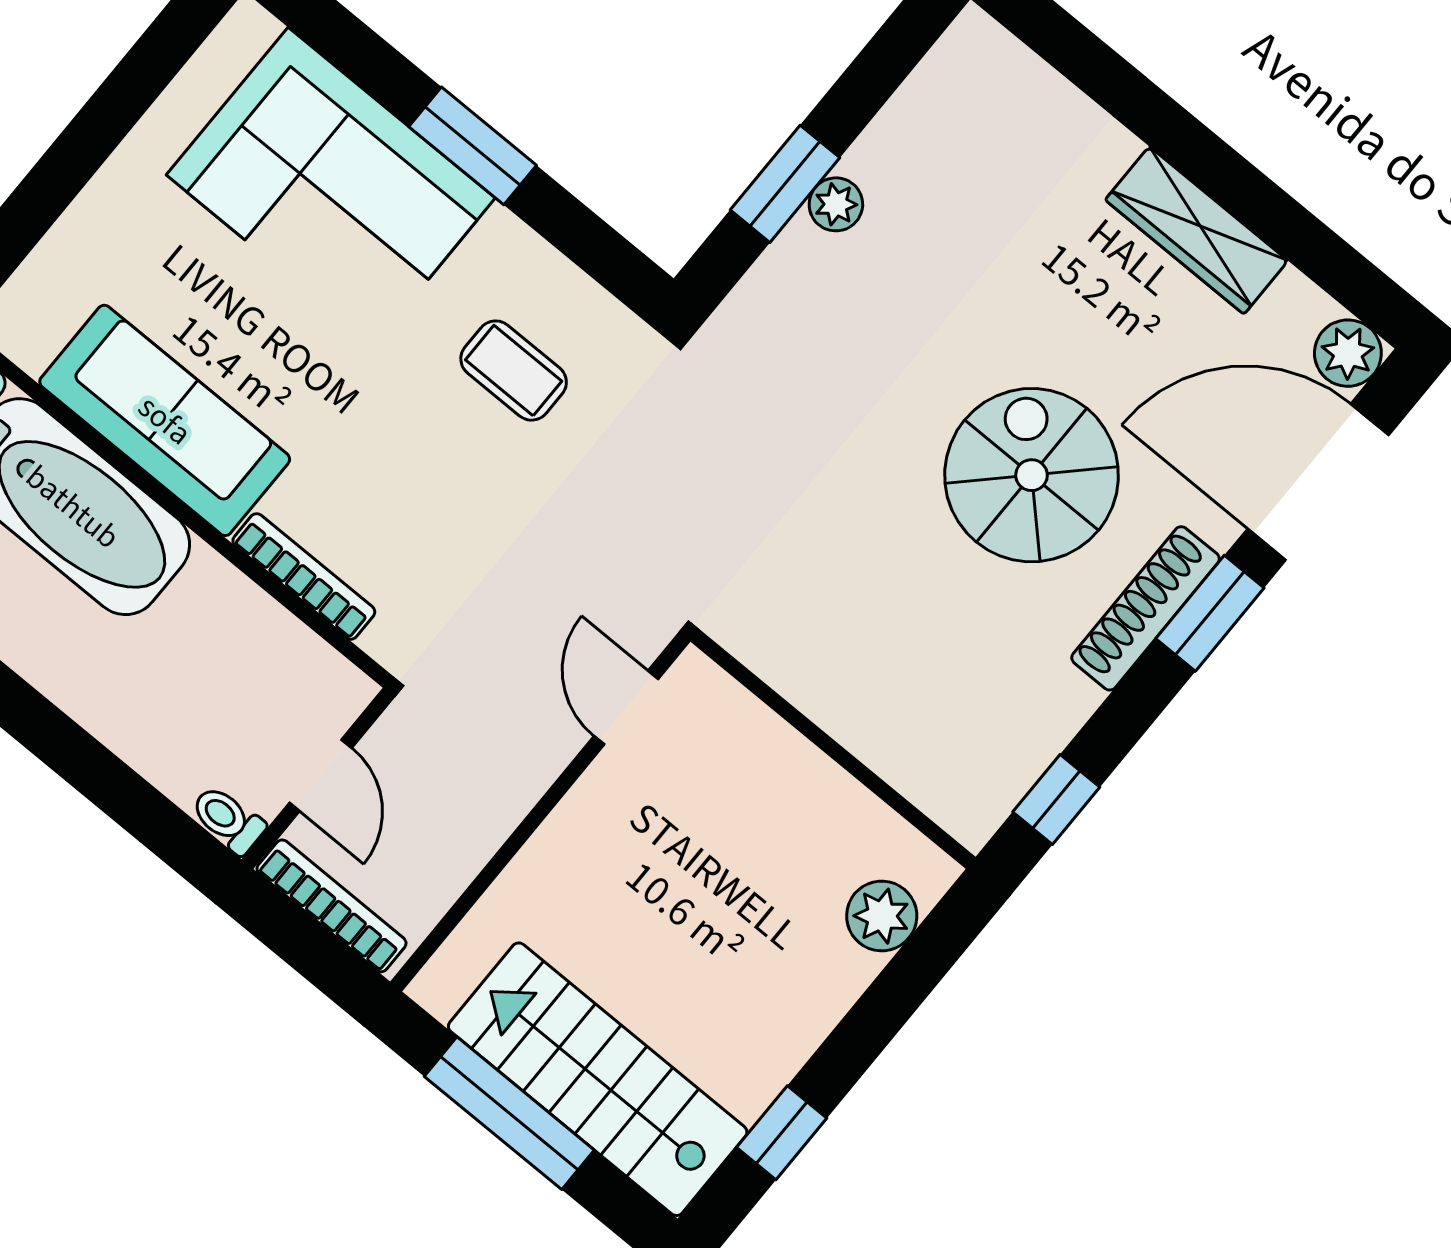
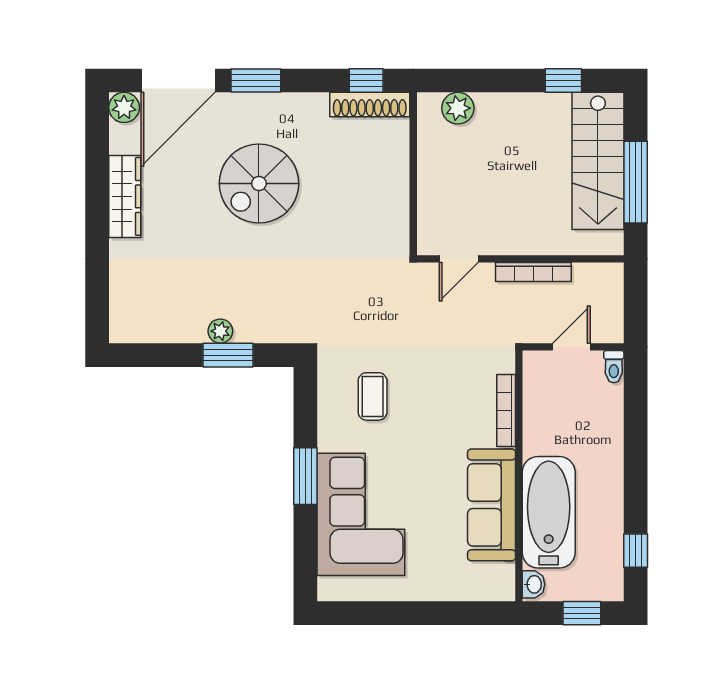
door: (1318, 482) -> (178, 81), hinge flipped
shoe rack: (1146, 608) -> (370, 105), moved
bookcase: (332, 906) -> (533, 272), moved, turned -90

